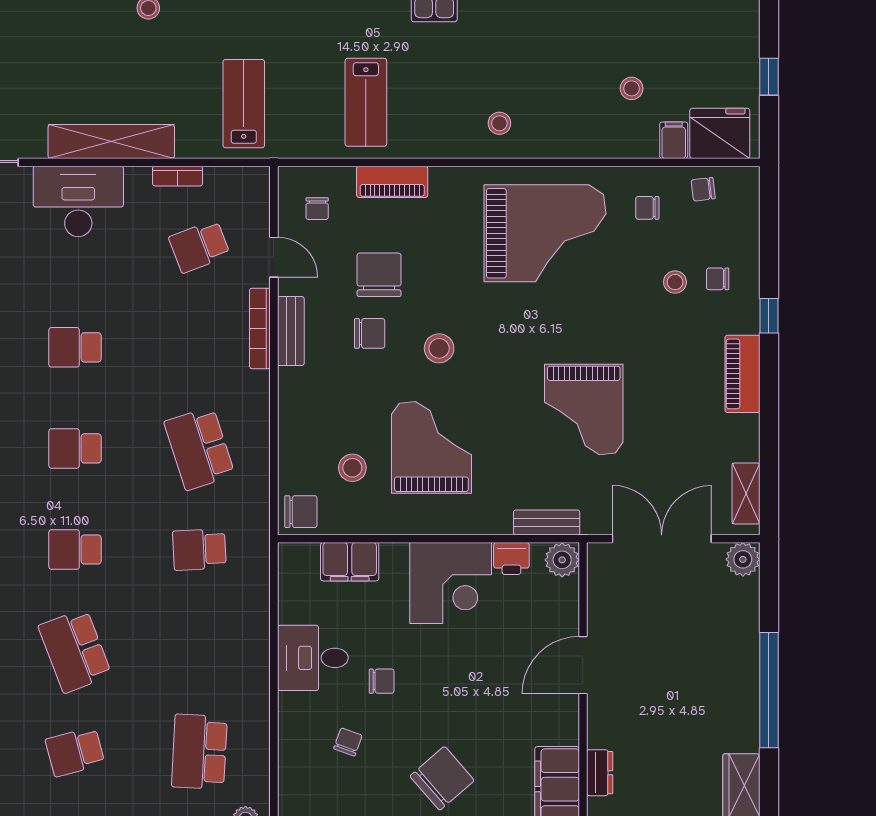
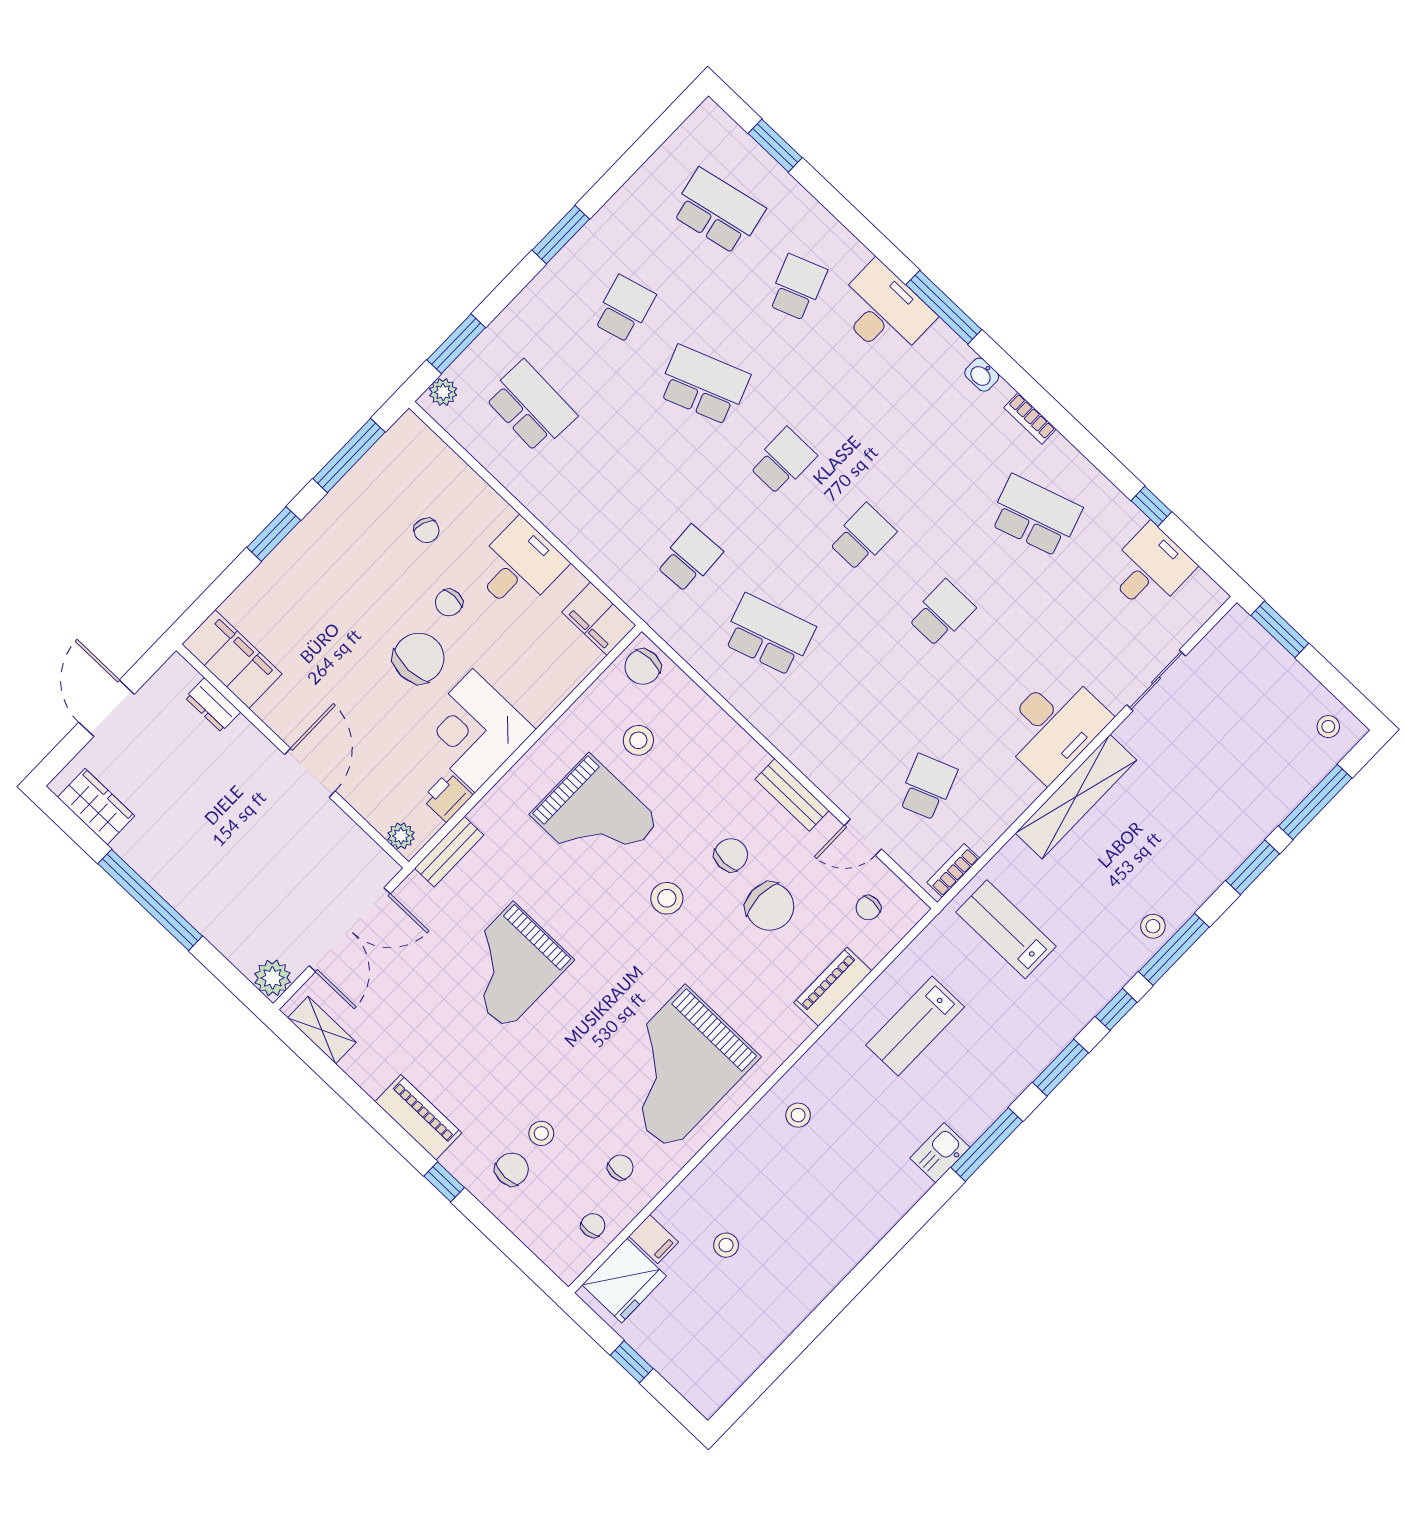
lab bench: (366, 102) -> (915, 1026), turned -90
lab bench: (244, 104) -> (1006, 929), turned 180
bookcase: (178, 176) -> (953, 870), moved
chair: (317, 209) -> (868, 908), turned -90
chair: (718, 279) -> (512, 1169), width x1.37, depth x1.37
bookcase: (260, 328) -> (817, 773), removed
chair: (370, 333) -> (731, 855), turned 180
grand piano: (584, 410) -> (510, 966), turned -90
plant: (562, 560) -> (401, 836), width x0.73, depth x0.73
filing cabinet: (350, 562) -> (599, 619), moved, turned -90
chair: (442, 778) -> (419, 658), moved, turned -139

